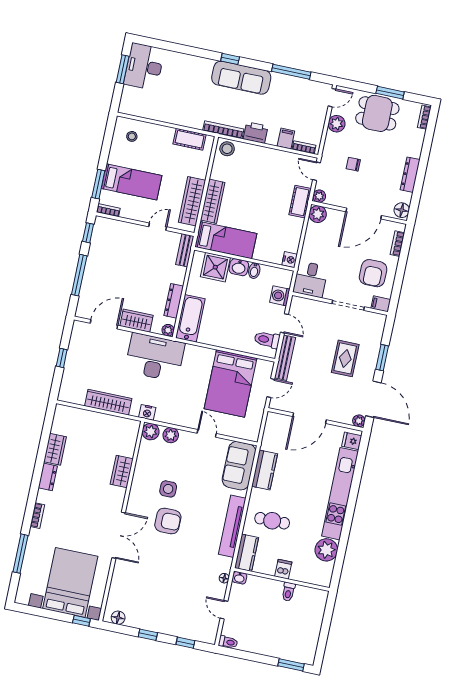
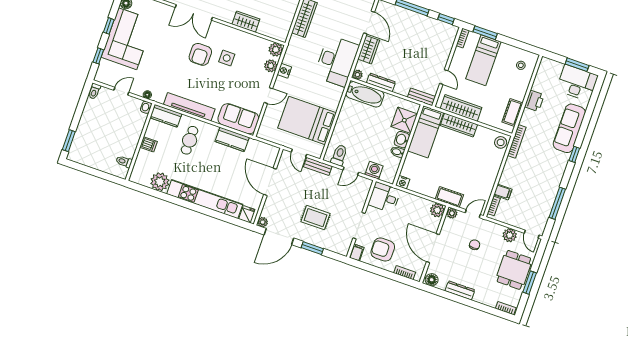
sofa: (241, 78) -> (569, 128), moved
printer: (256, 132) -> (534, 101), moved
bench: (285, 358) -> (318, 166), width x0.73
nightstand: (147, 412) -> (284, 71), moved
toilet: (288, 592) -> (124, 162), moved
corner sofa: (160, 610) -> (128, 39), added

